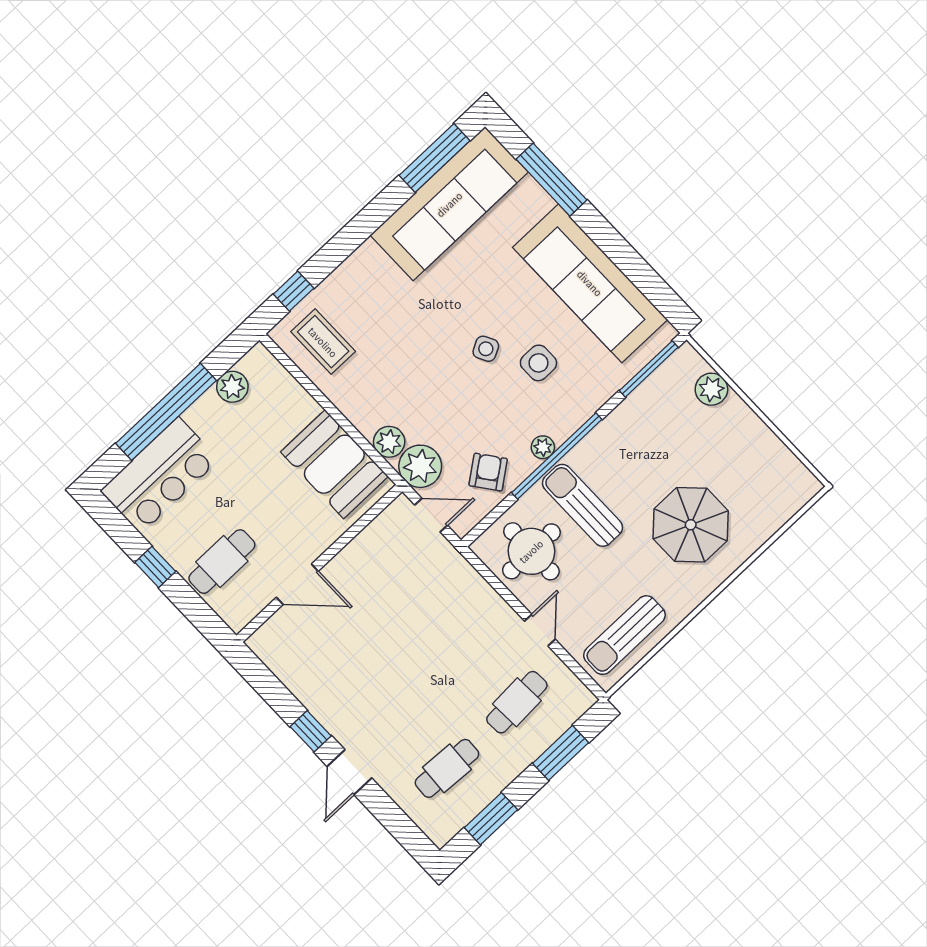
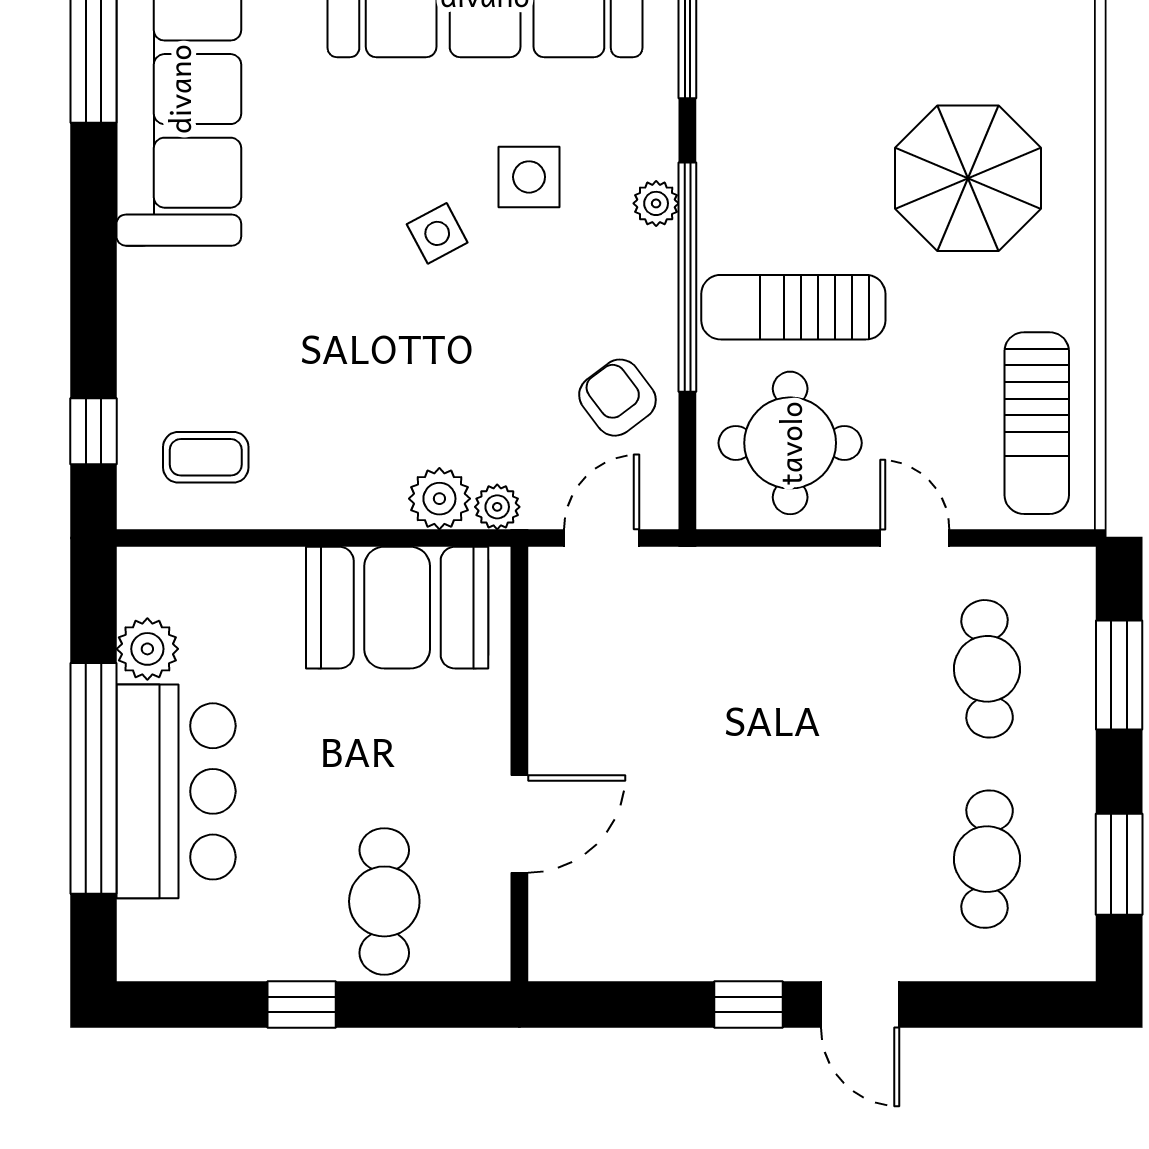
coffee table: (323, 342) -> (206, 457), width x0.73, depth x0.77
plant: (543, 447) -> (656, 203), moved
plant: (420, 466) -> (497, 507), width x0.53, depth x0.53
bar counter: (160, 475) -> (176, 791), moved

